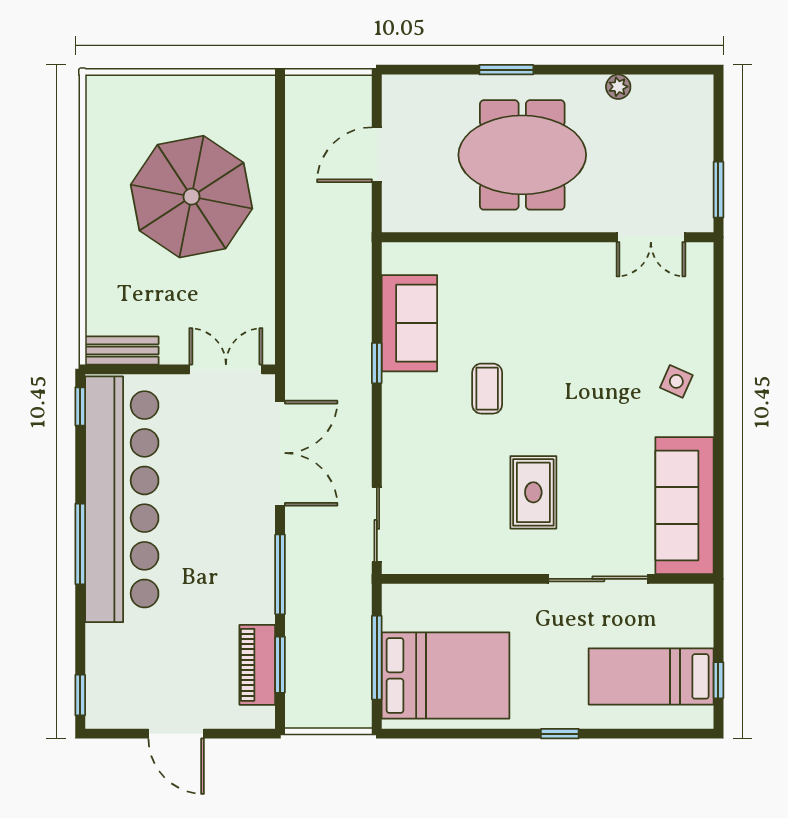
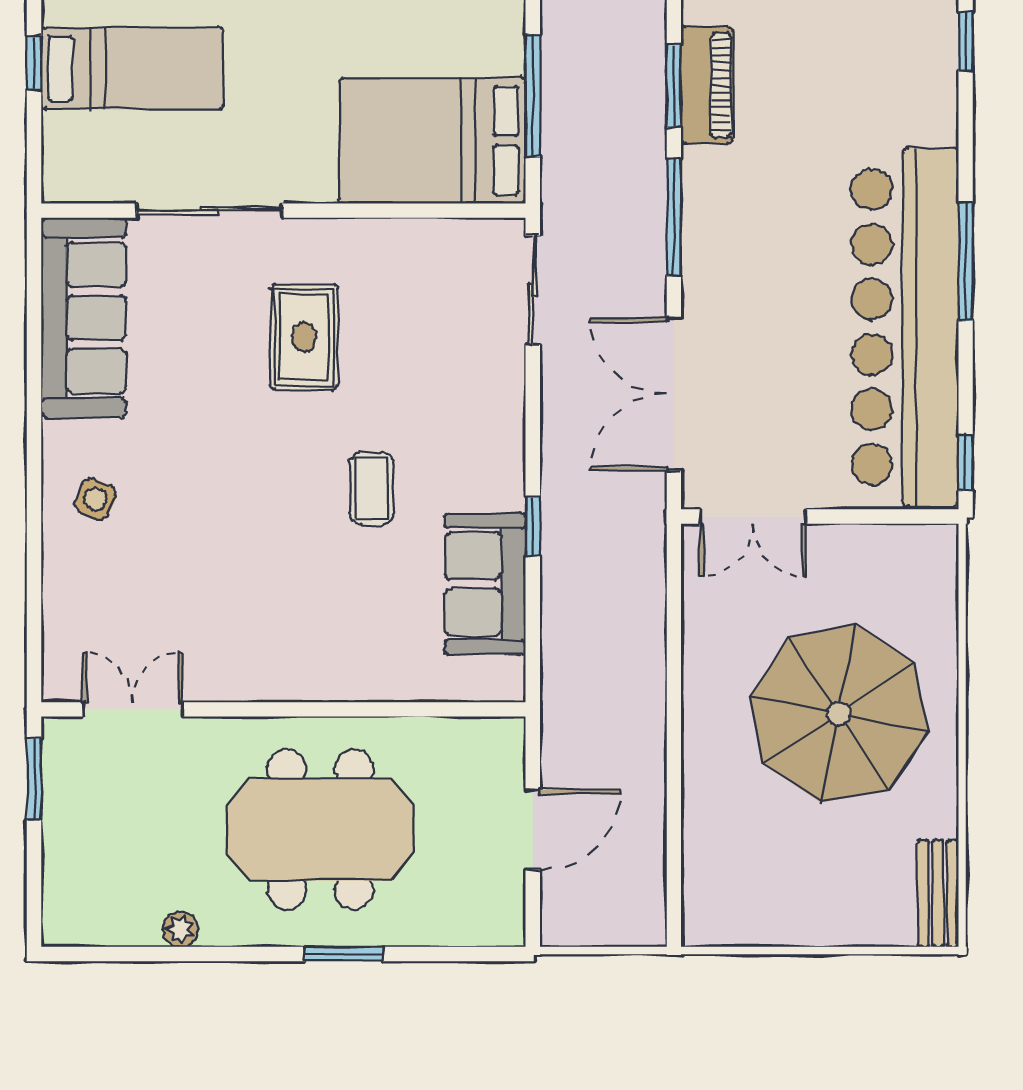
parasol: (191, 197) -> (839, 714), moved
bench: (122, 351) -> (938, 893), moved, turned 90
bed: (446, 675) -> (432, 141), moved

